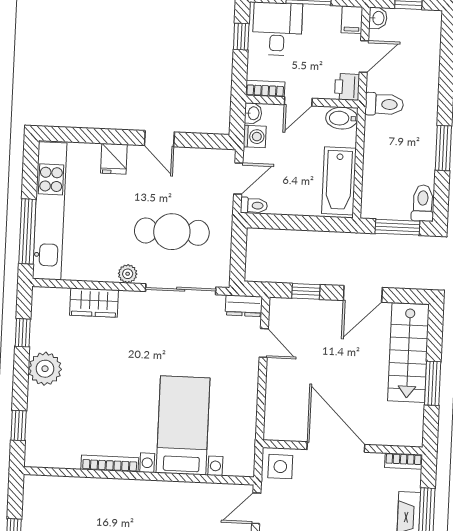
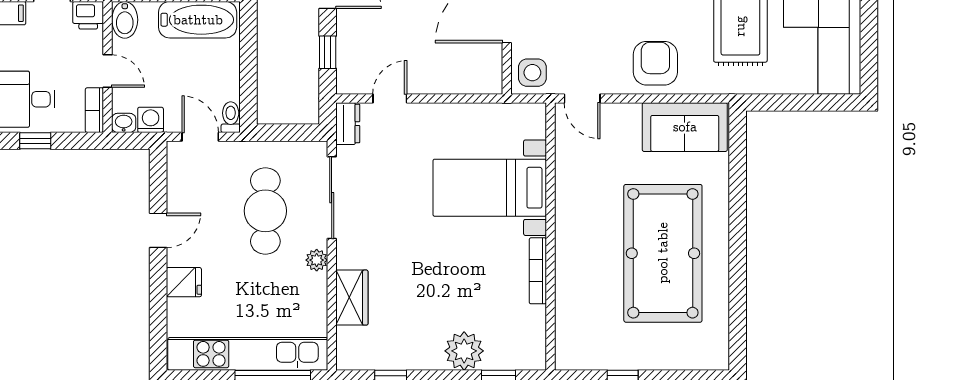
plant: (45, 369) -> (464, 351), moved

